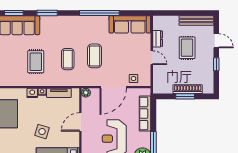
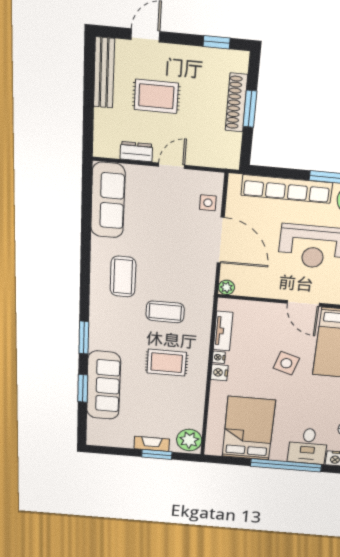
window: (99, 13) -> (86, 252), removed
coffee table: (95, 56) -> (123, 277), moved, turned 90
window: (216, 64) -> (217, 42), moved
row of seats: (145, 114) -> (287, 189), width x1.36
door: (80, 122) -> (303, 303), moved

